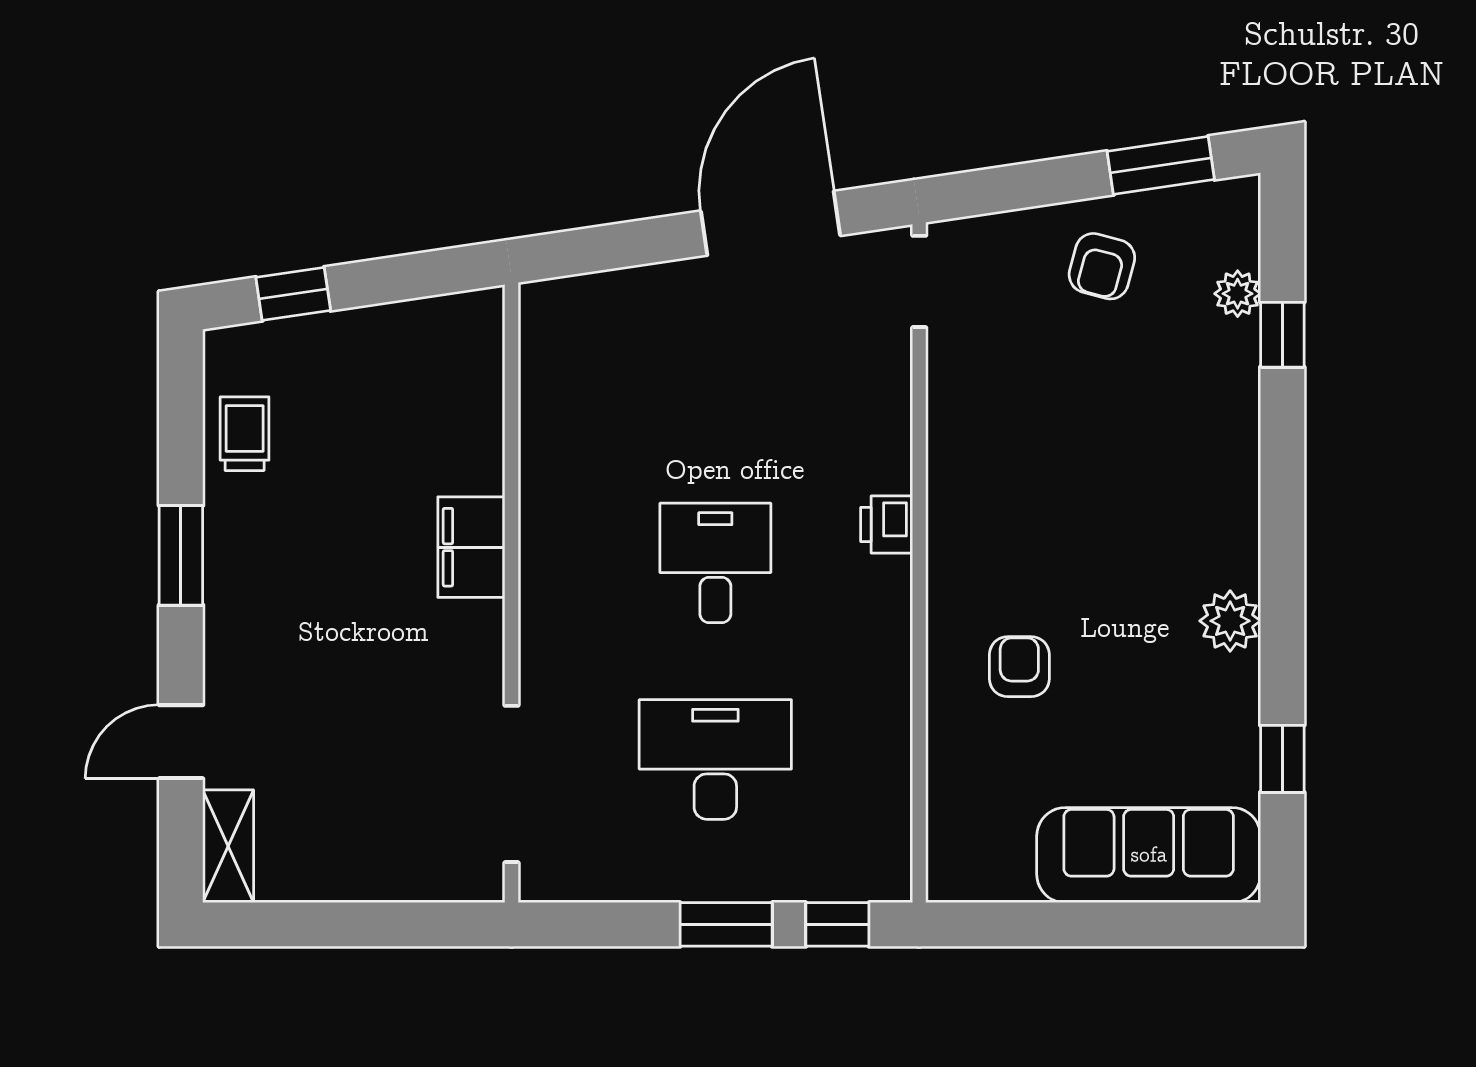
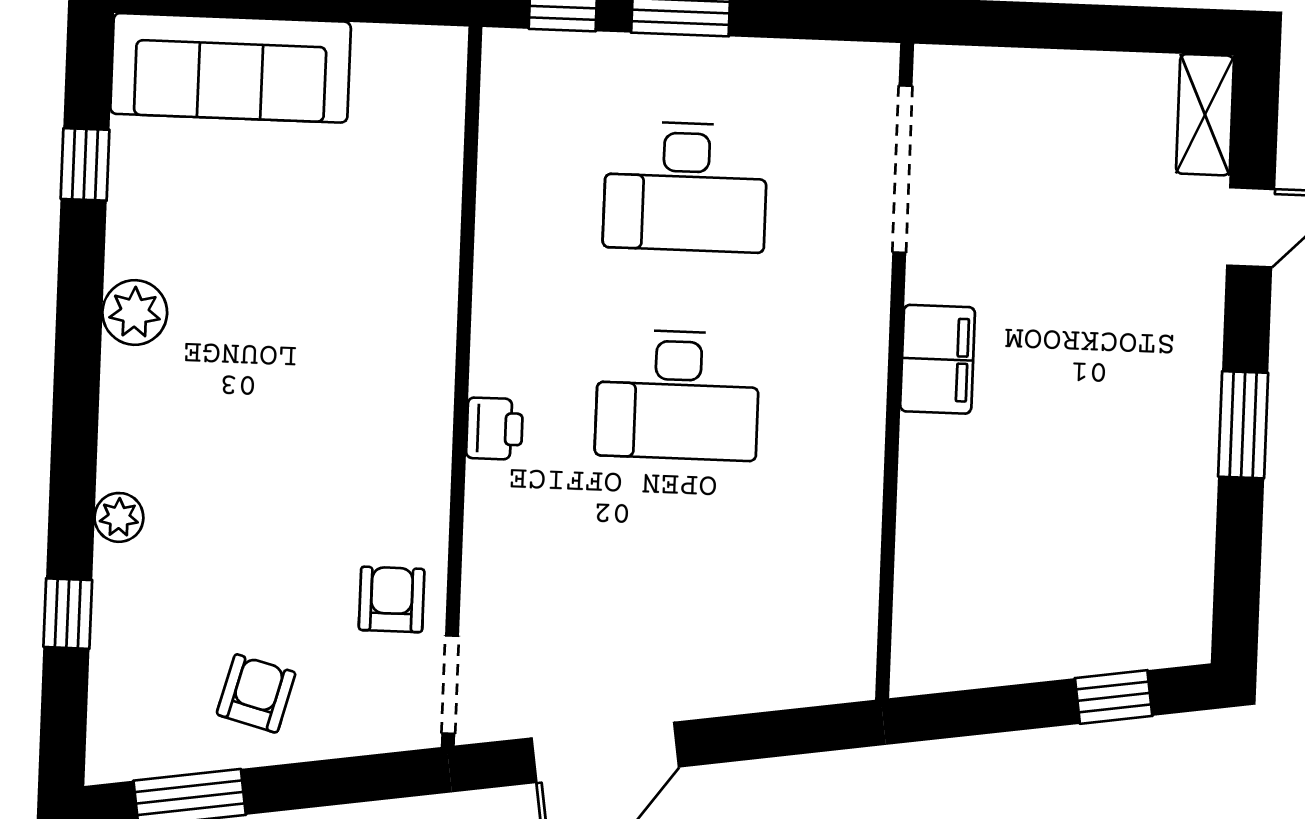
plant: (1238, 294) -> (119, 517), moved
trolley: (245, 434) -> (1171, 551), removed
filing cabinet: (471, 547) -> (938, 359), moved
desk: (715, 563) -> (678, 395), width x1.37
armchair: (1019, 667) -> (392, 599), moved, turned 180

